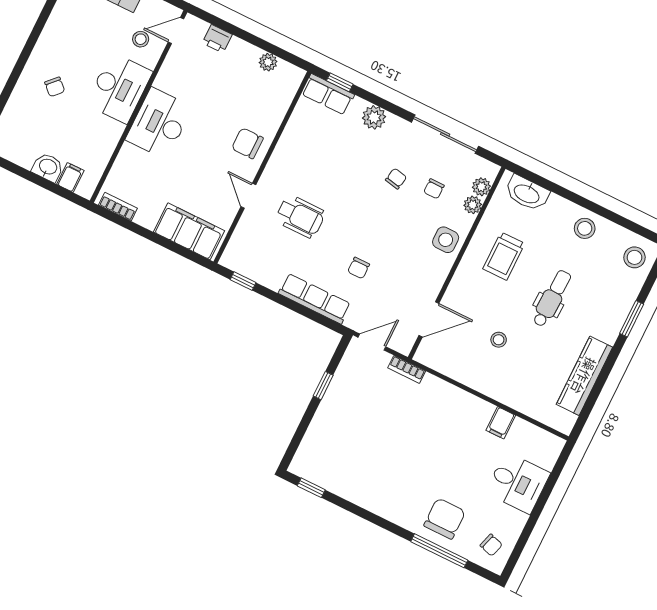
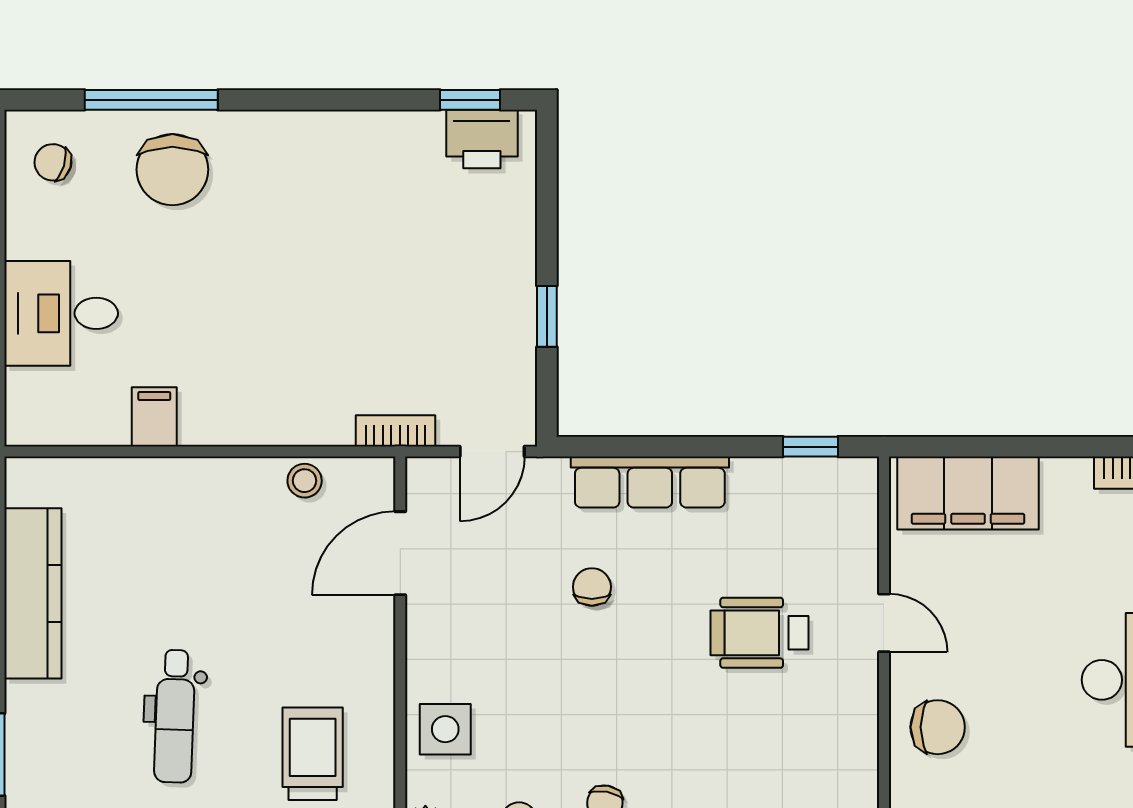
stool: (499, 340) -> (305, 481), moved
printer: (314, 470) -> (482, 139), added

